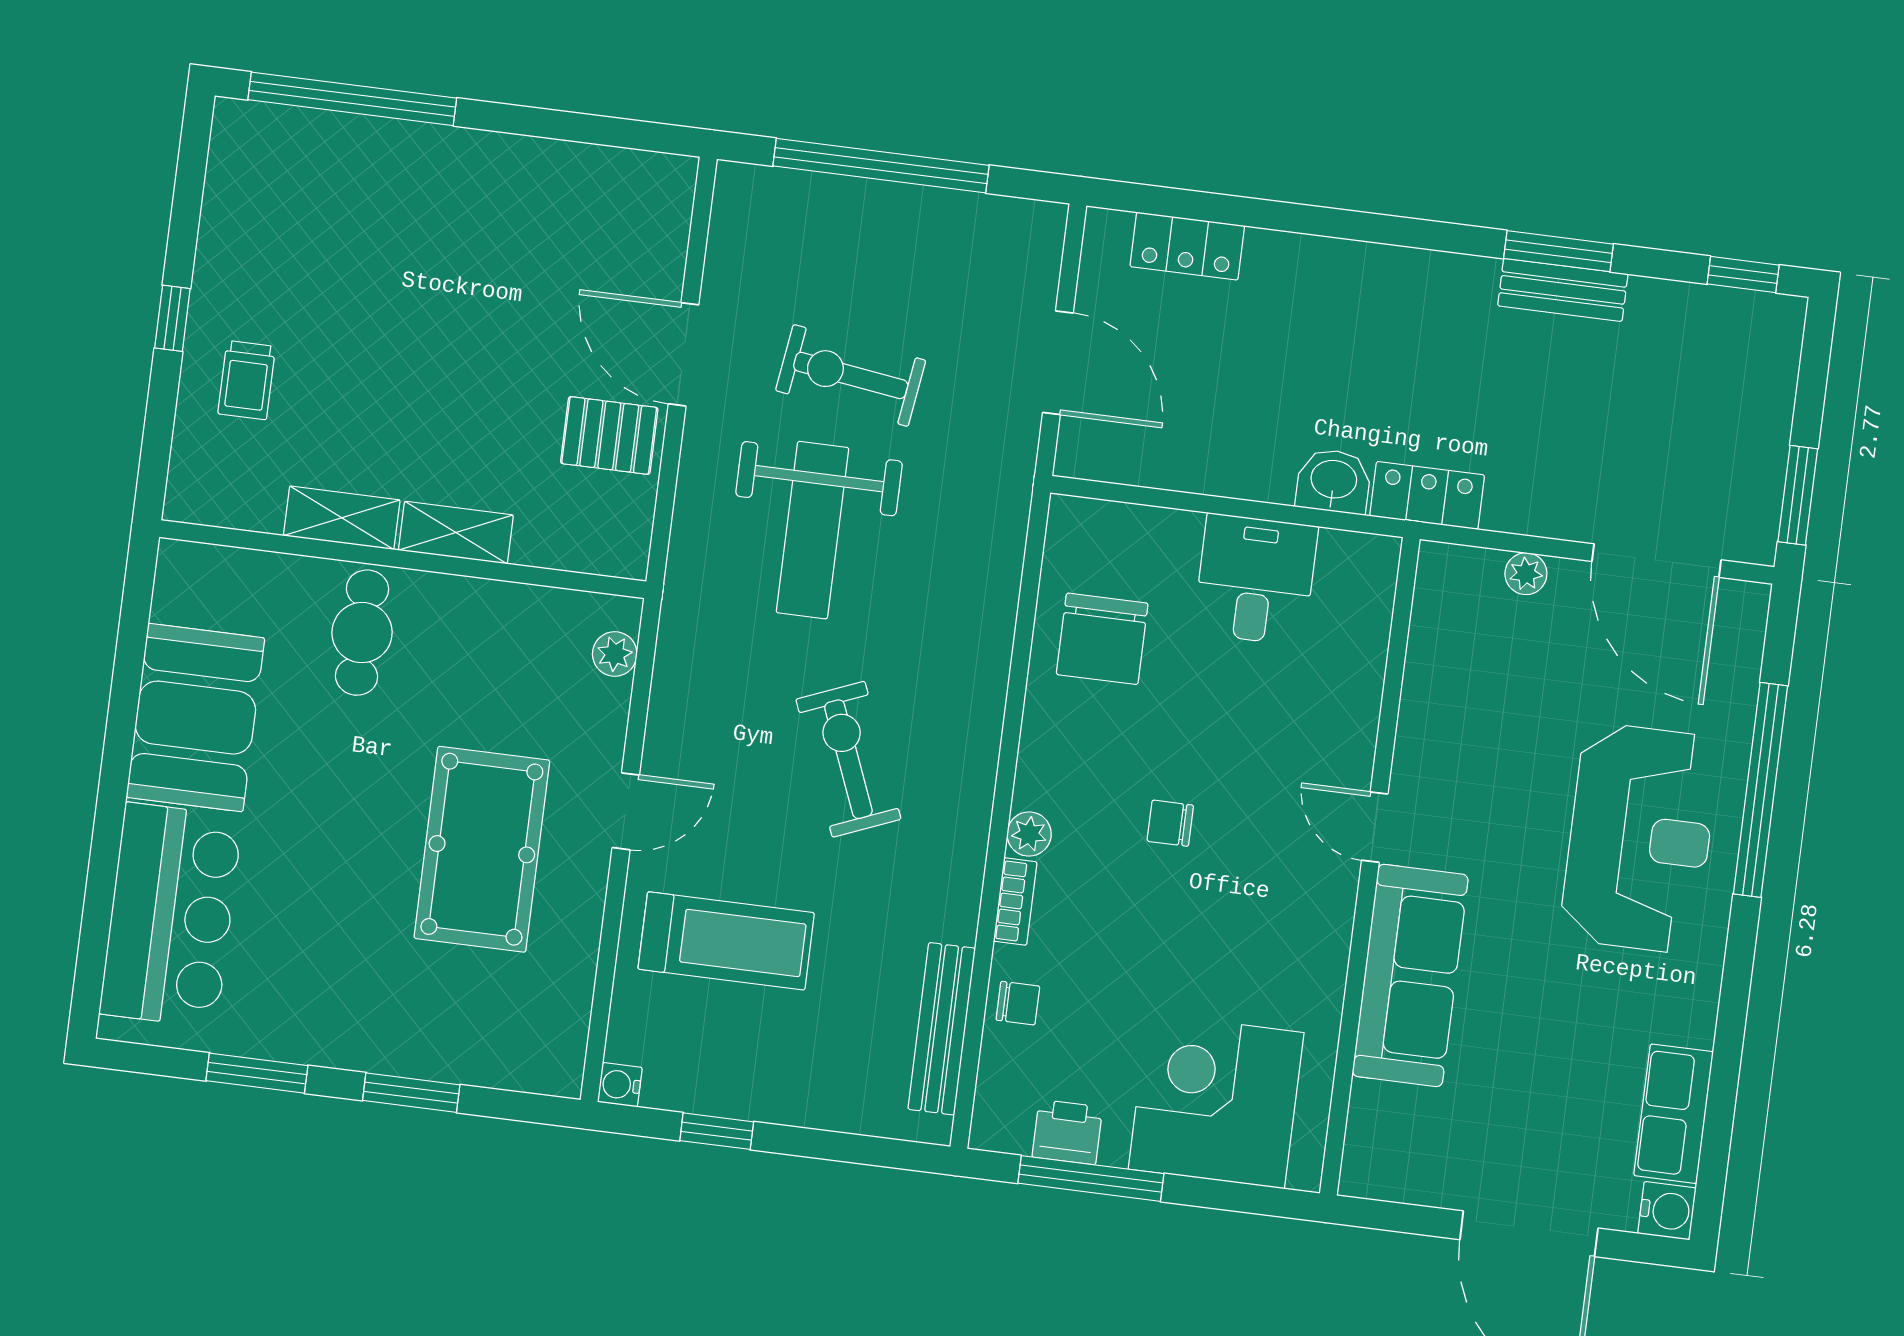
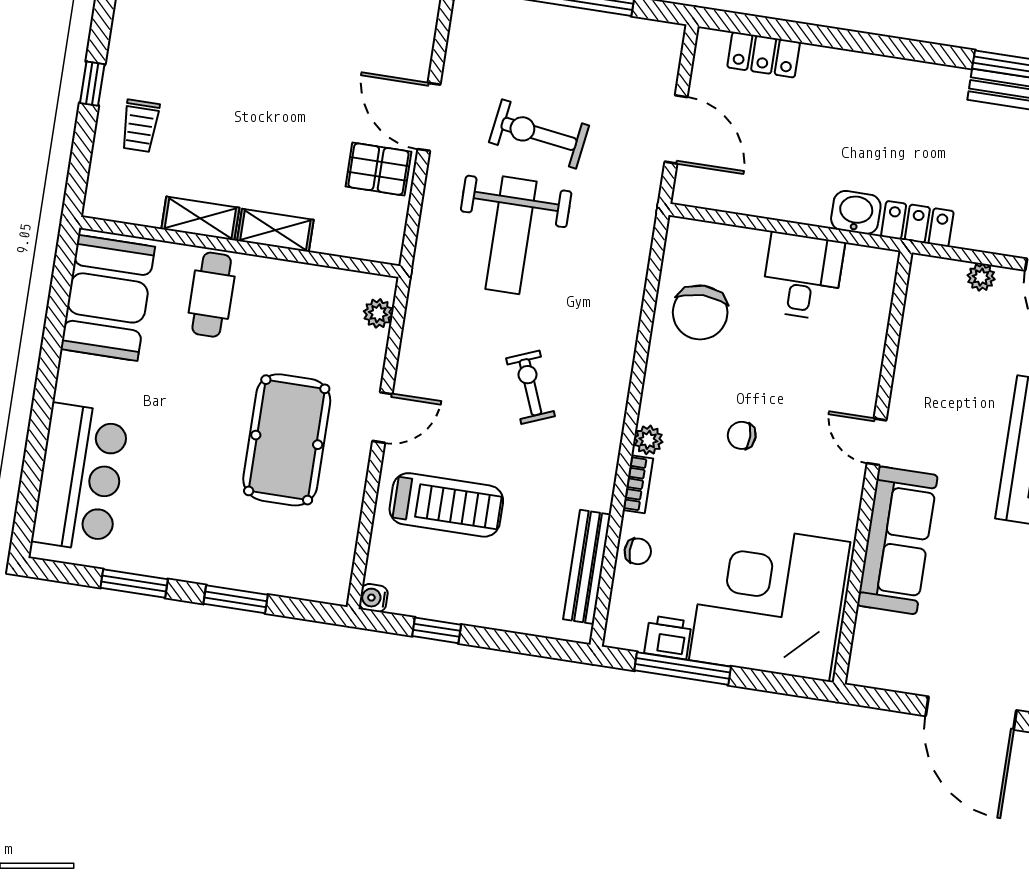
booth: (195, 718) -> (108, 298), moved
exercise bike: (848, 759) -> (530, 387), width x0.73, depth x0.72
corner desk: (1216, 1101) -> (770, 601), width x1.36, depth x1.36

